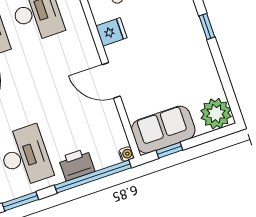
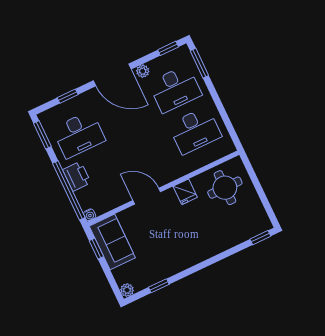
window: (207, 26) -> (159, 286), moved
door: (111, 80) -> (147, 196), hinge flipped
plant: (216, 114) -> (127, 290), width x0.53, depth x0.53

